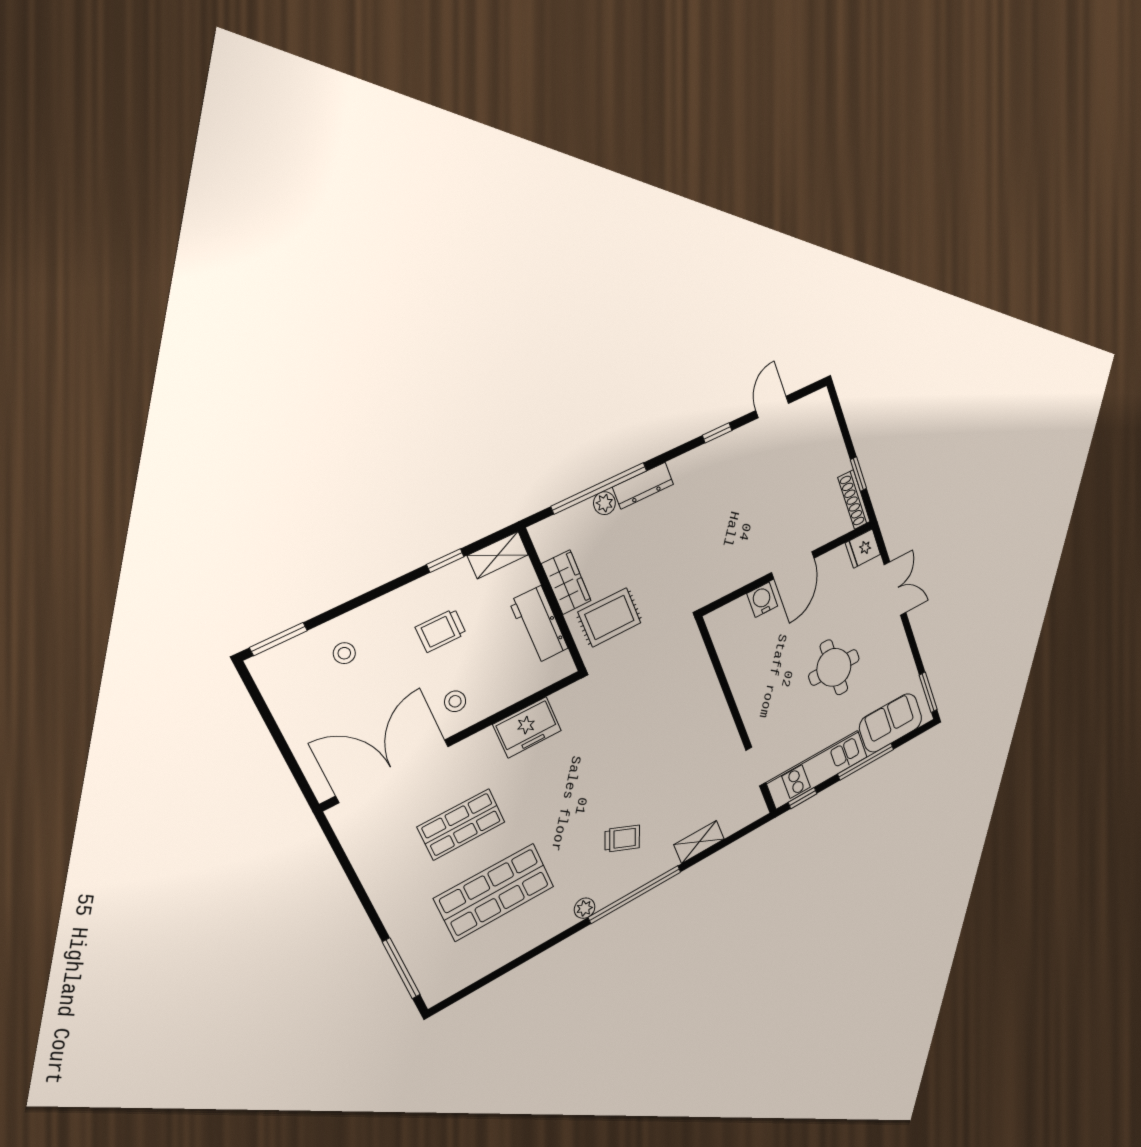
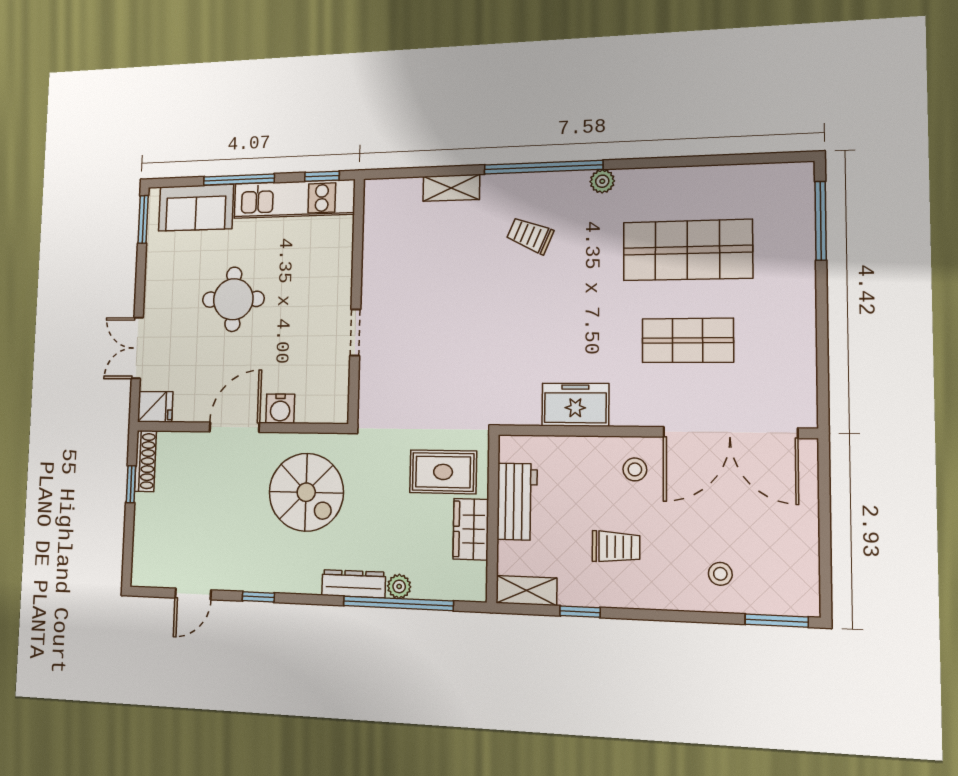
spiral stairs: (714, 542) -> (306, 492), added
doorway: (756, 767) -> (355, 333), moved

